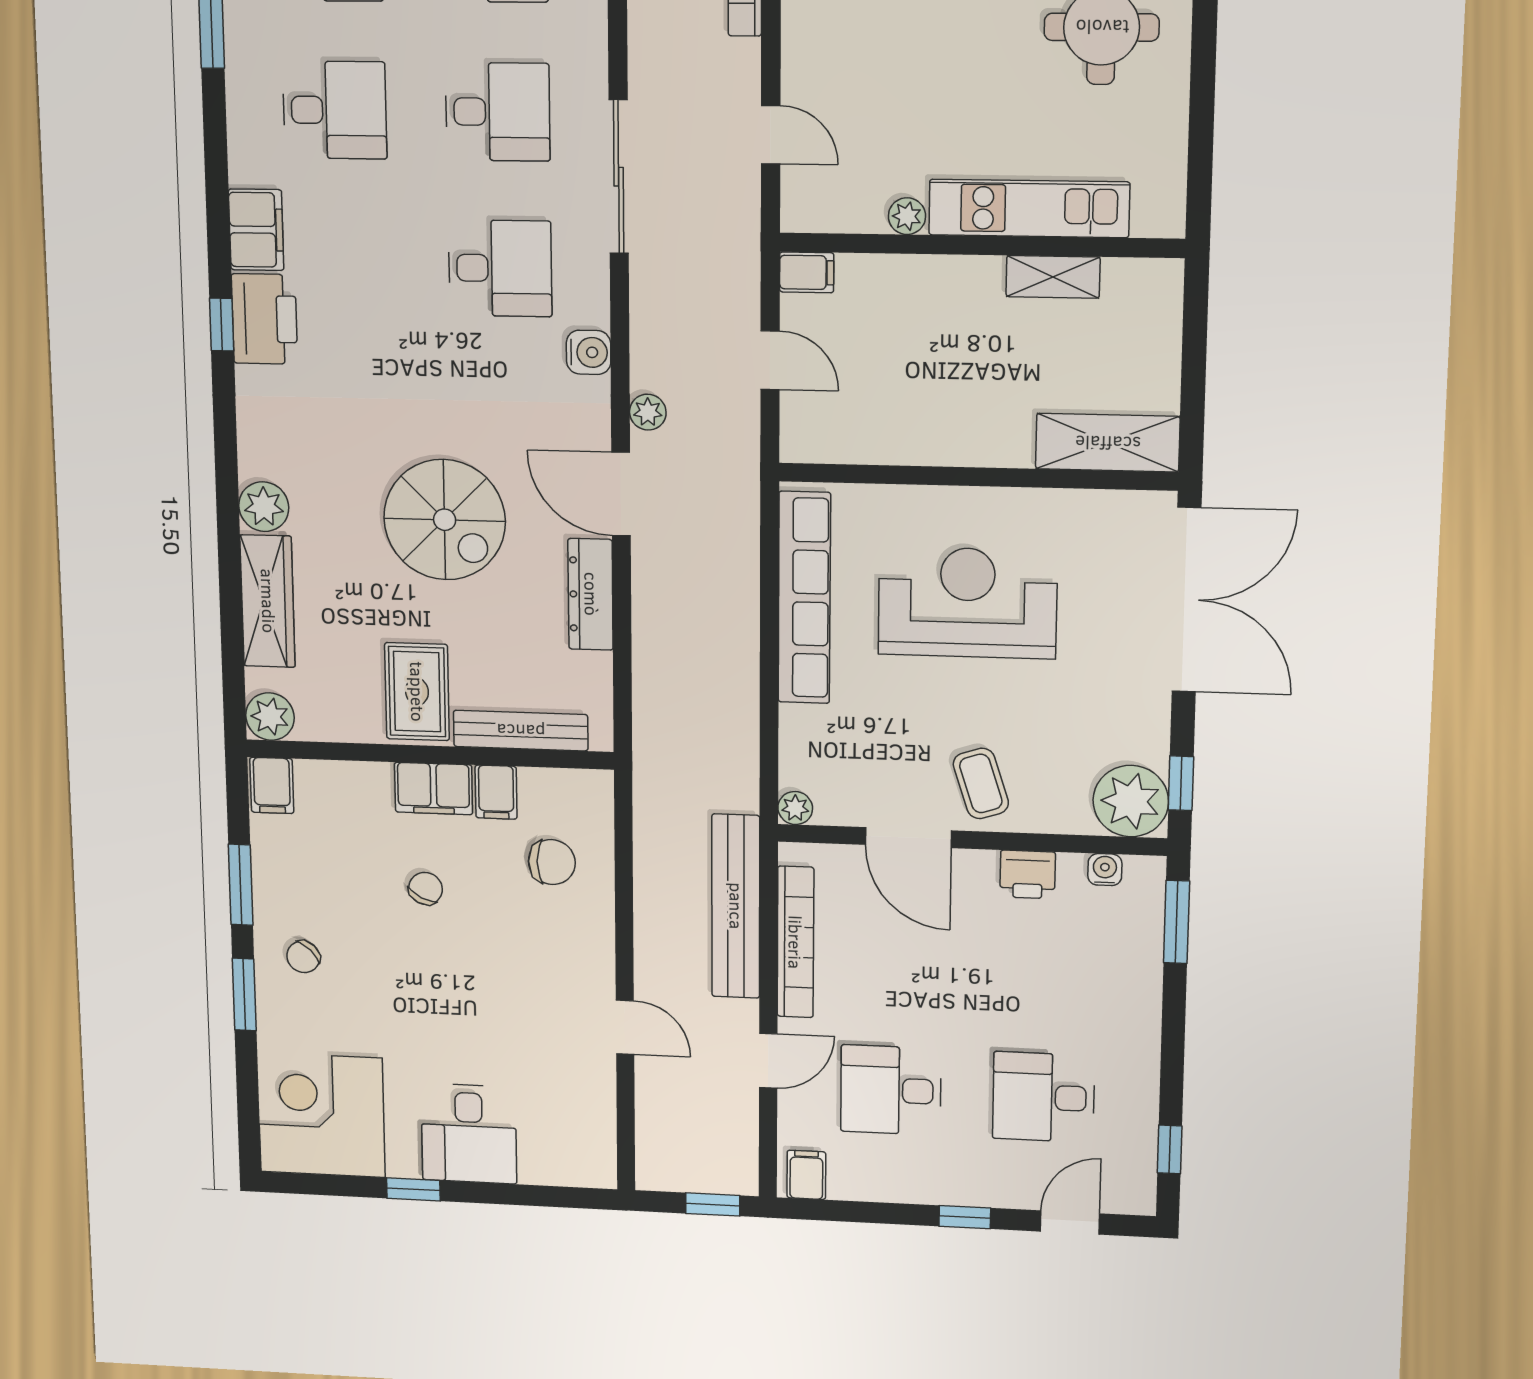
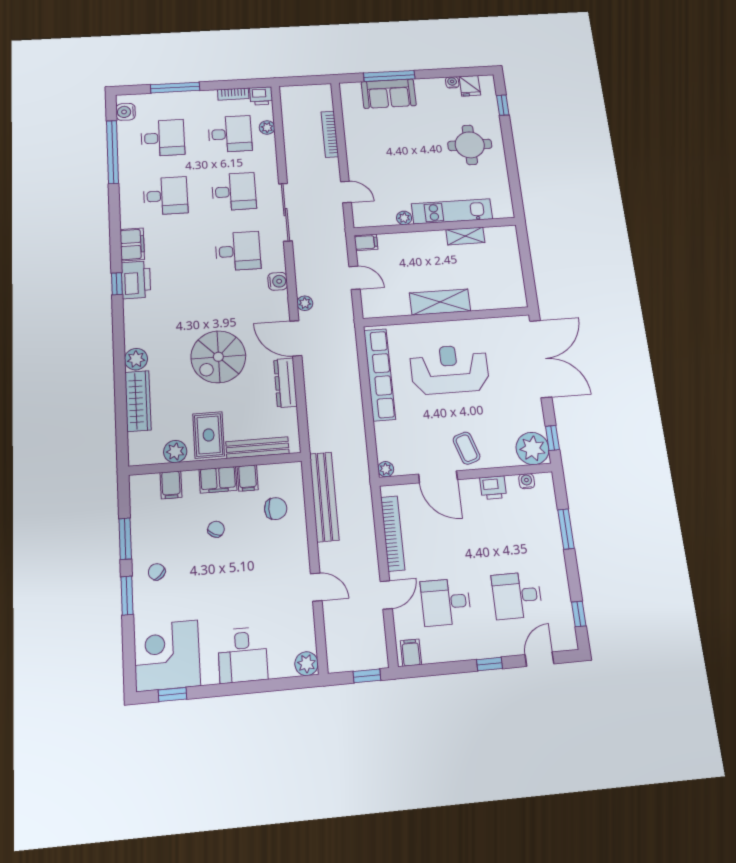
shelving: (1108, 443) -> (440, 302), moved
spiral stairs: (445, 520) -> (218, 357), turned 90
plant: (270, 717) -> (175, 452), moved
filing cabinet: (272, 785) -> (171, 485), moved
bench: (736, 906) -> (324, 497), moved
window: (1177, 922) -> (566, 529), moved
chair: (303, 957) -> (157, 572), turned 92
plant: (594, 1166) -> (306, 664), added
window: (413, 1189) -> (172, 694), moved

